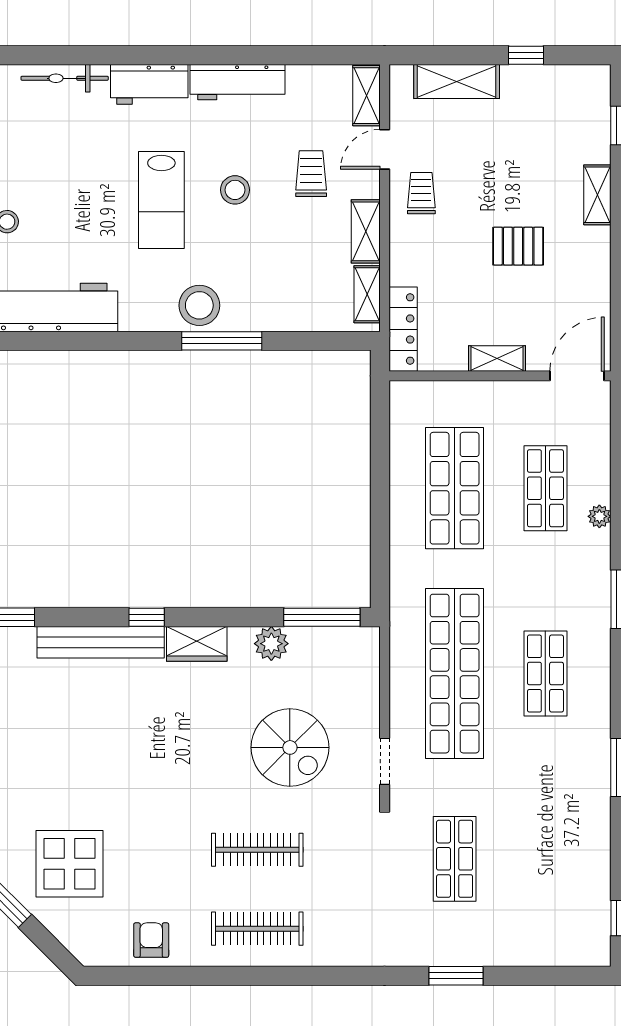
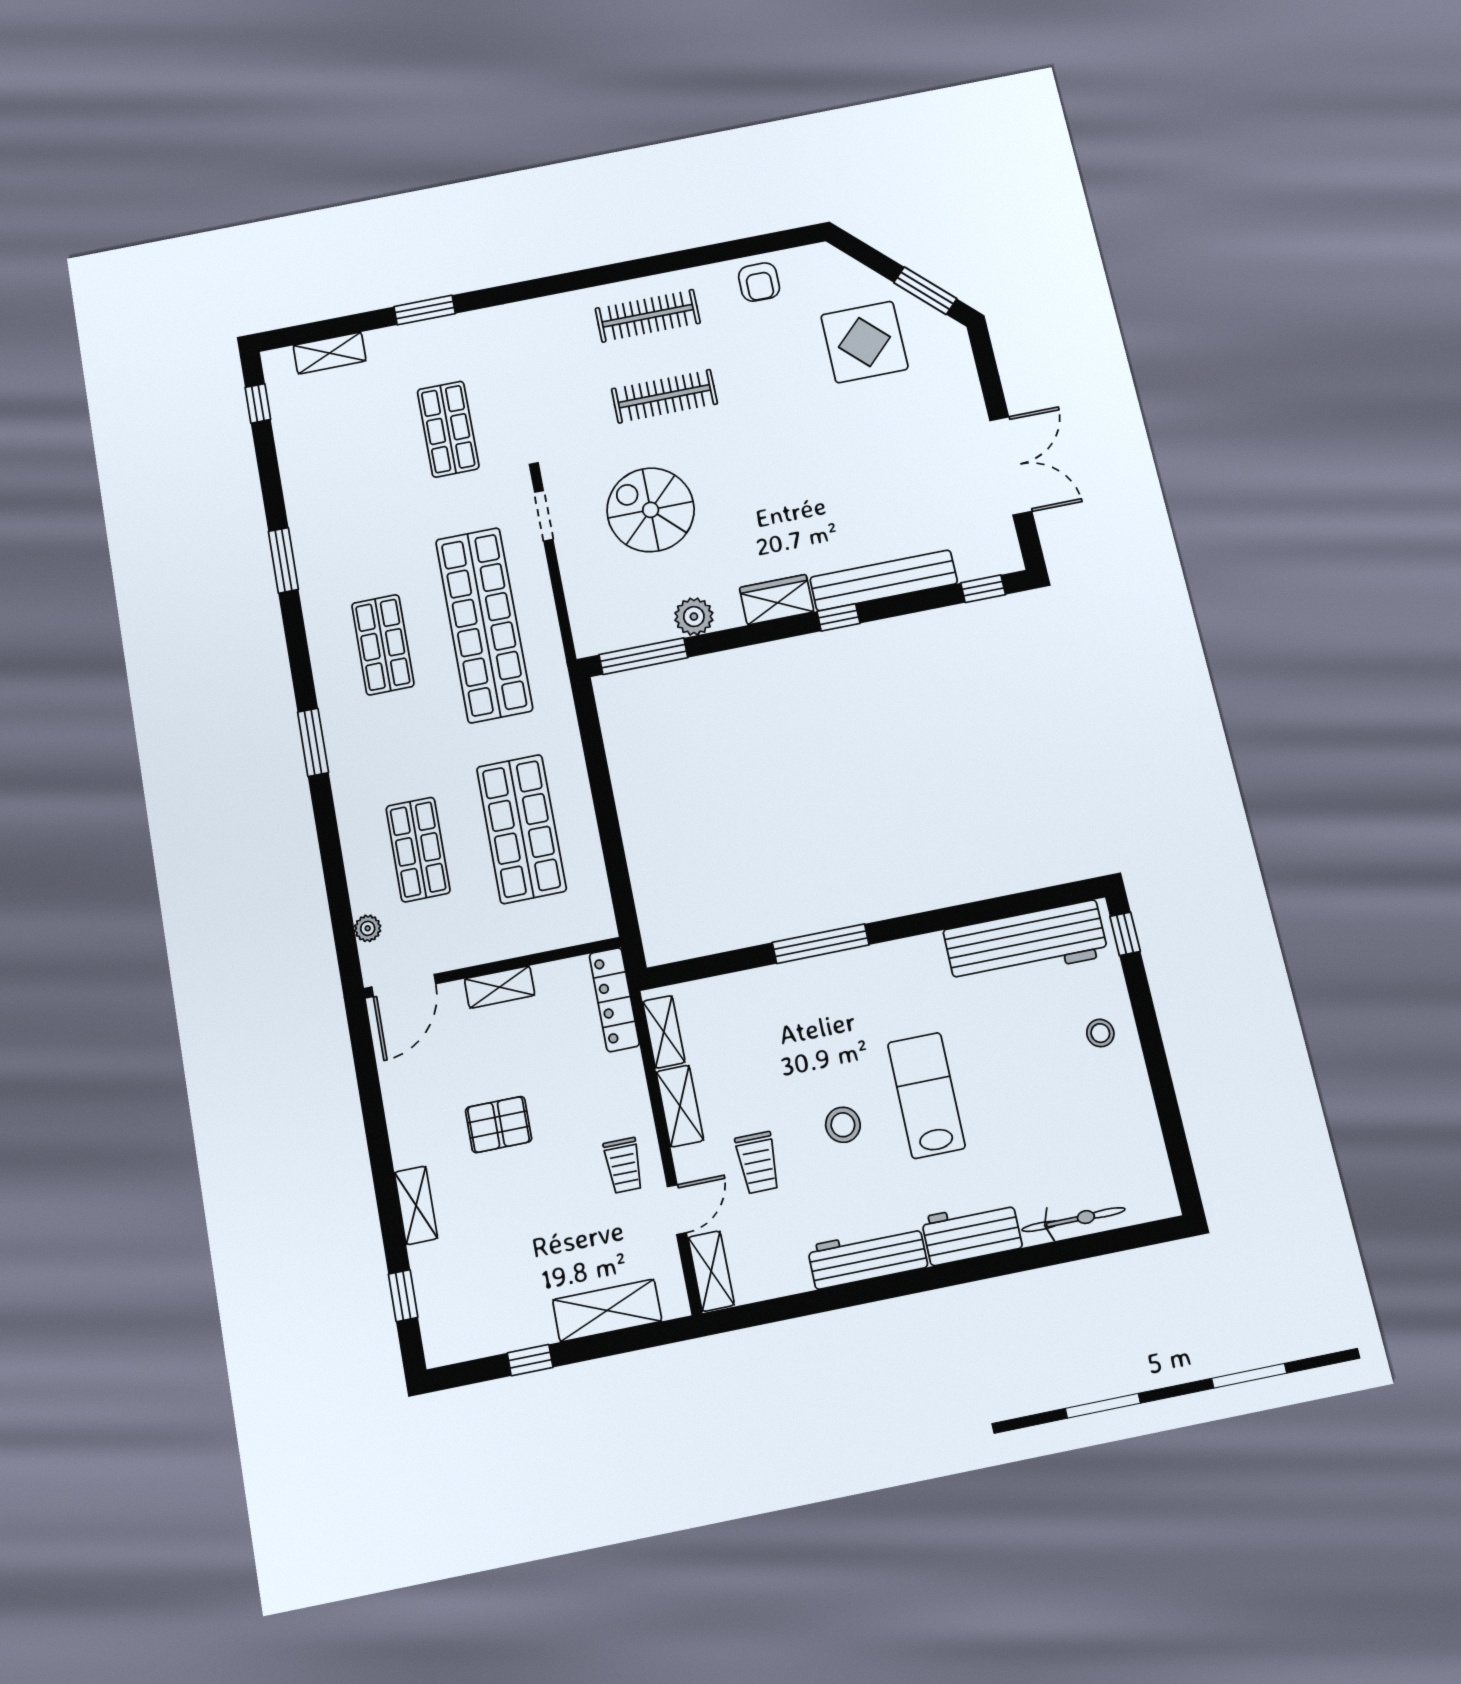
stool: (199, 305) -> (855, 980), removed
plant: (599, 516) -> (368, 928), moved
shelving: (548, 952) -> (330, 353), added

